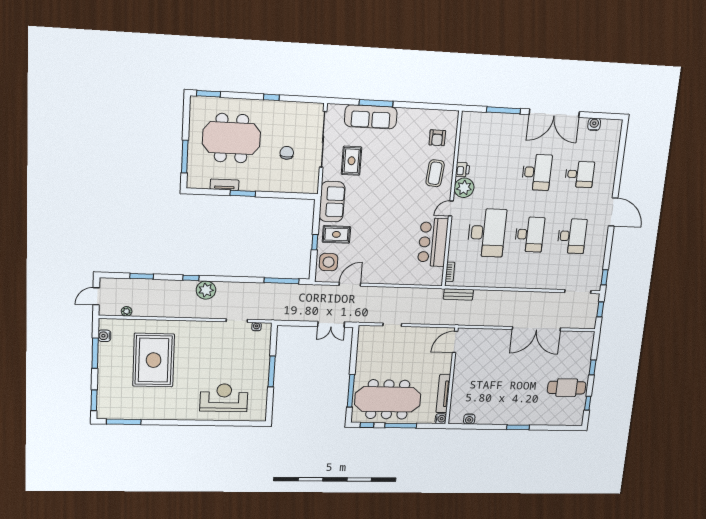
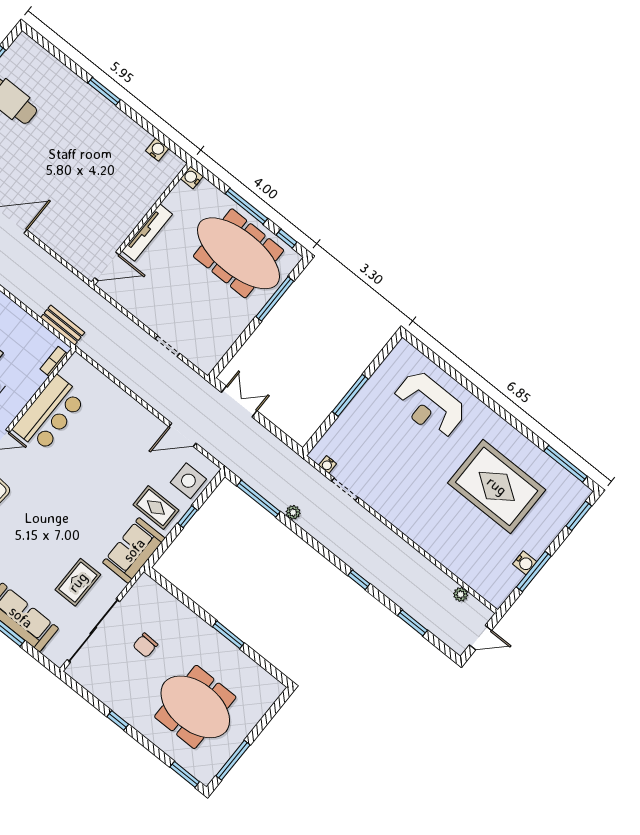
window: (185, 157) -> (233, 760), moved
tv unit: (224, 185) -> (242, 660), removed
plant: (206, 290) -> (293, 512), moved, width x0.53, depth x0.53
water cooler: (104, 336) -> (525, 563), moved
rug: (154, 360) -> (497, 486), moved, turned 90
tv unit: (443, 394) -> (147, 233), moved

